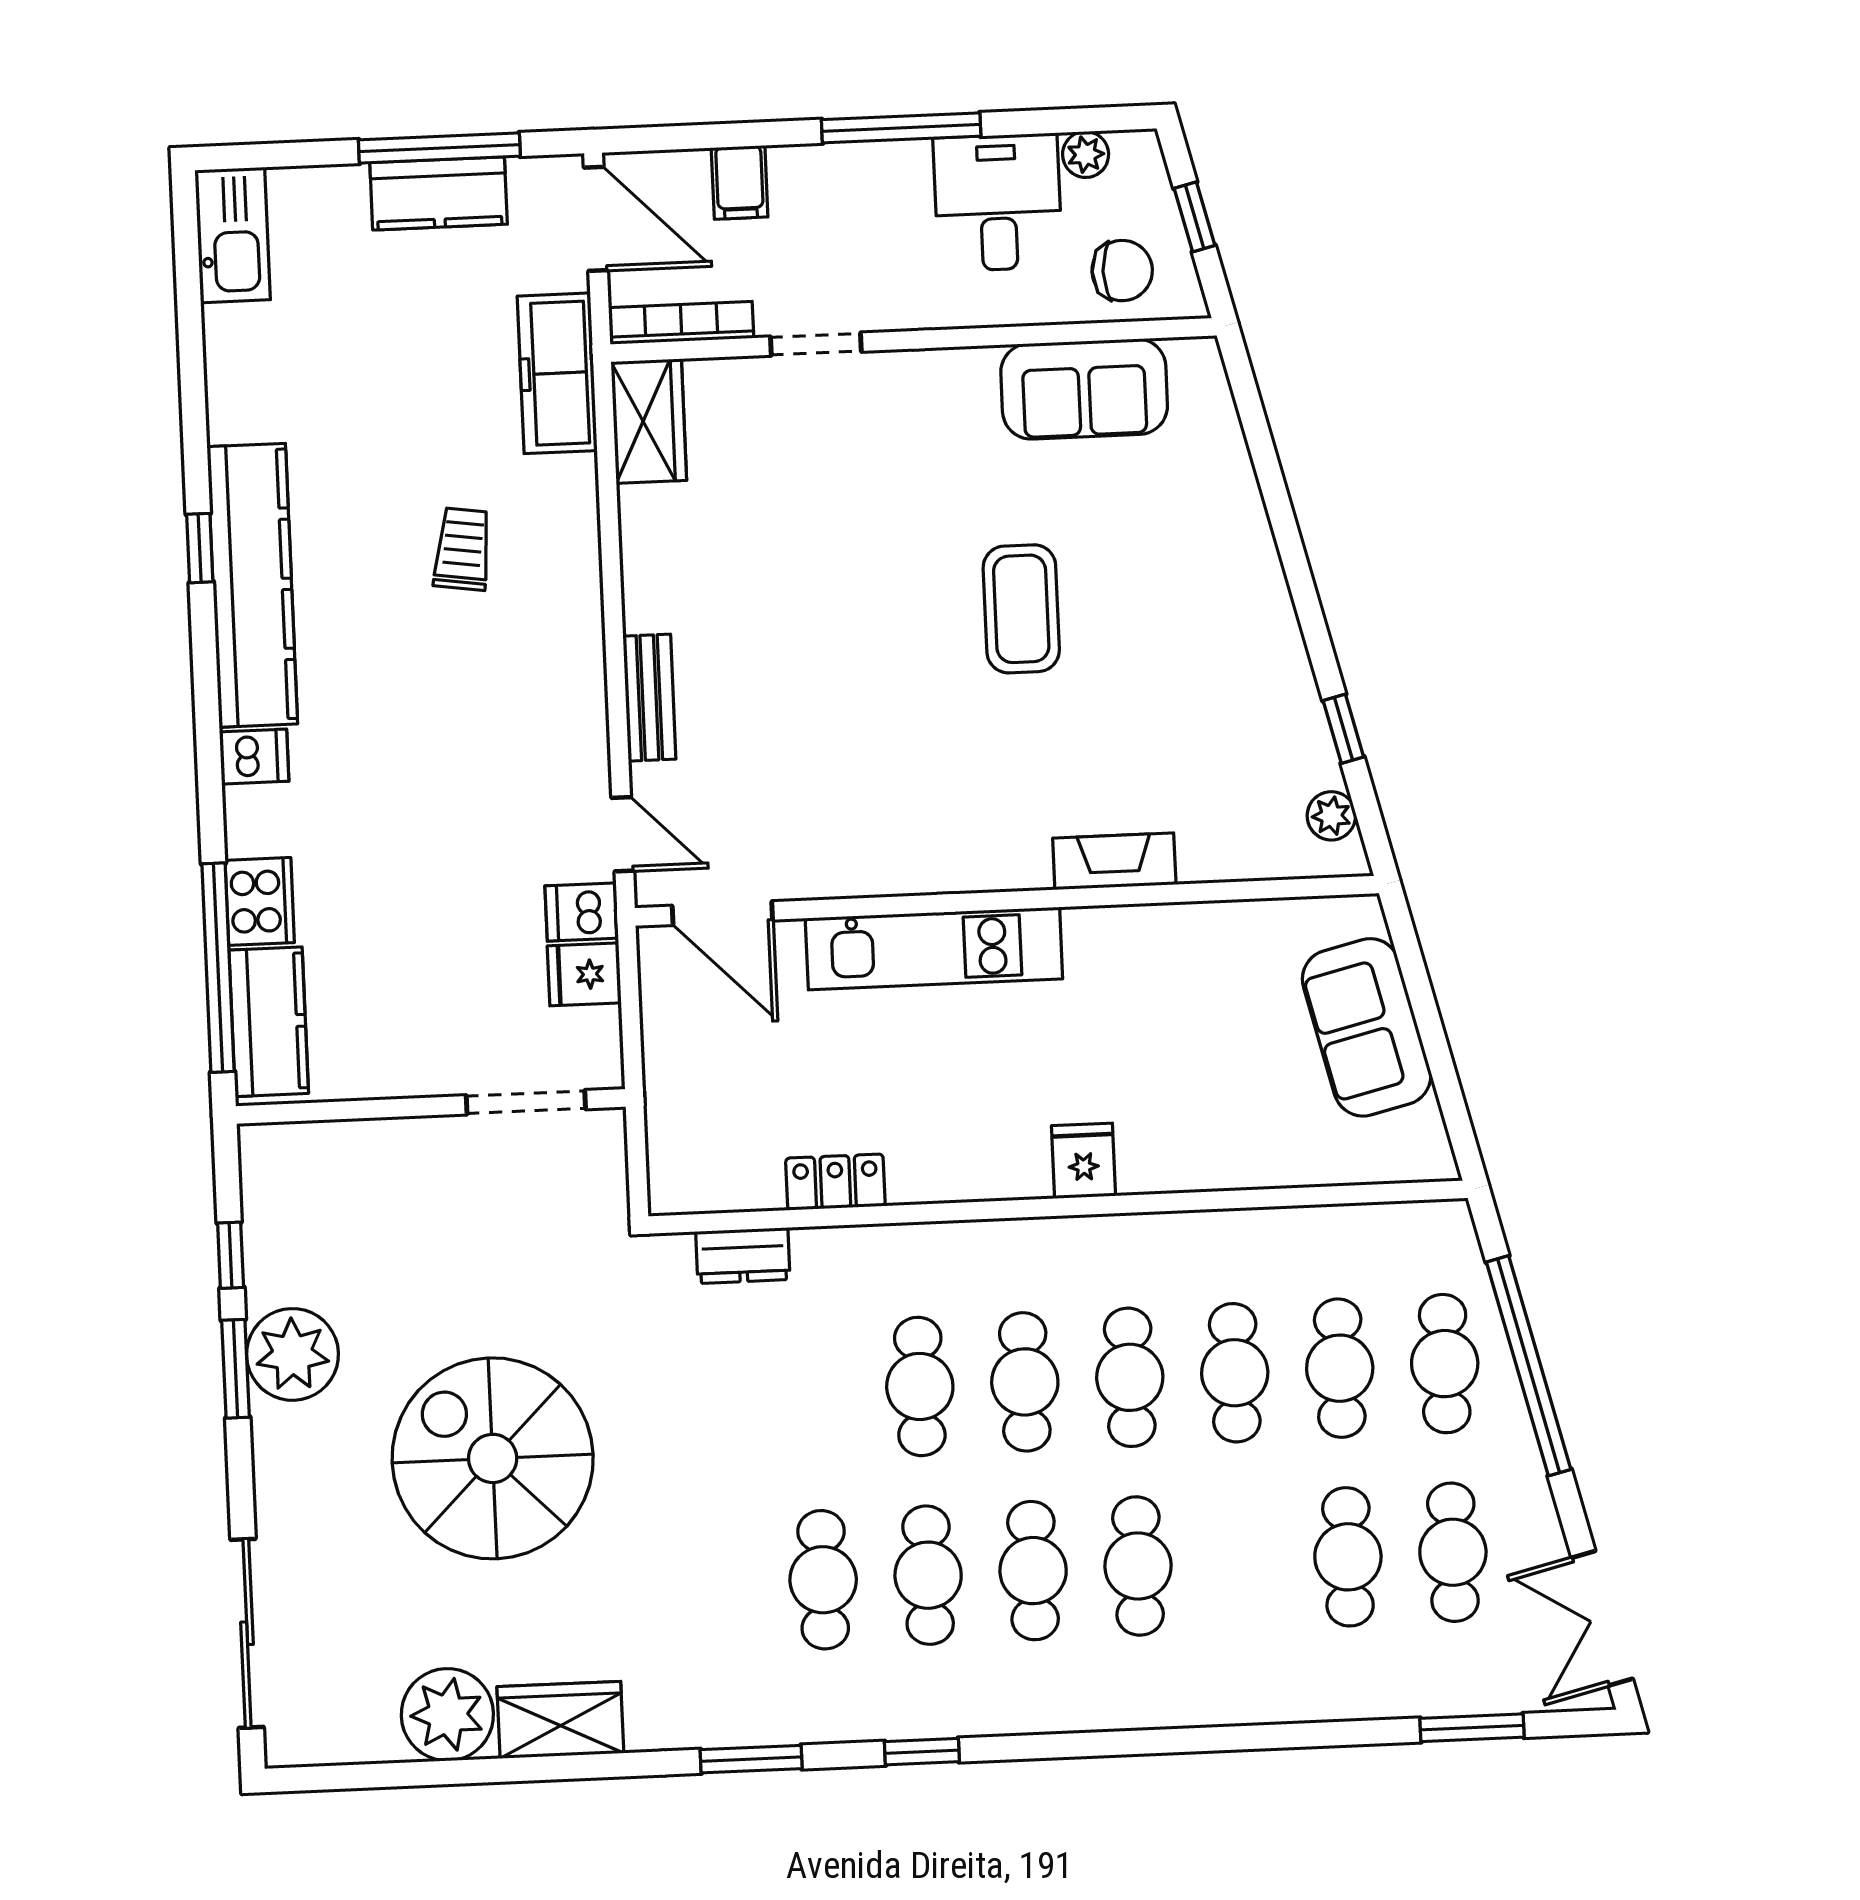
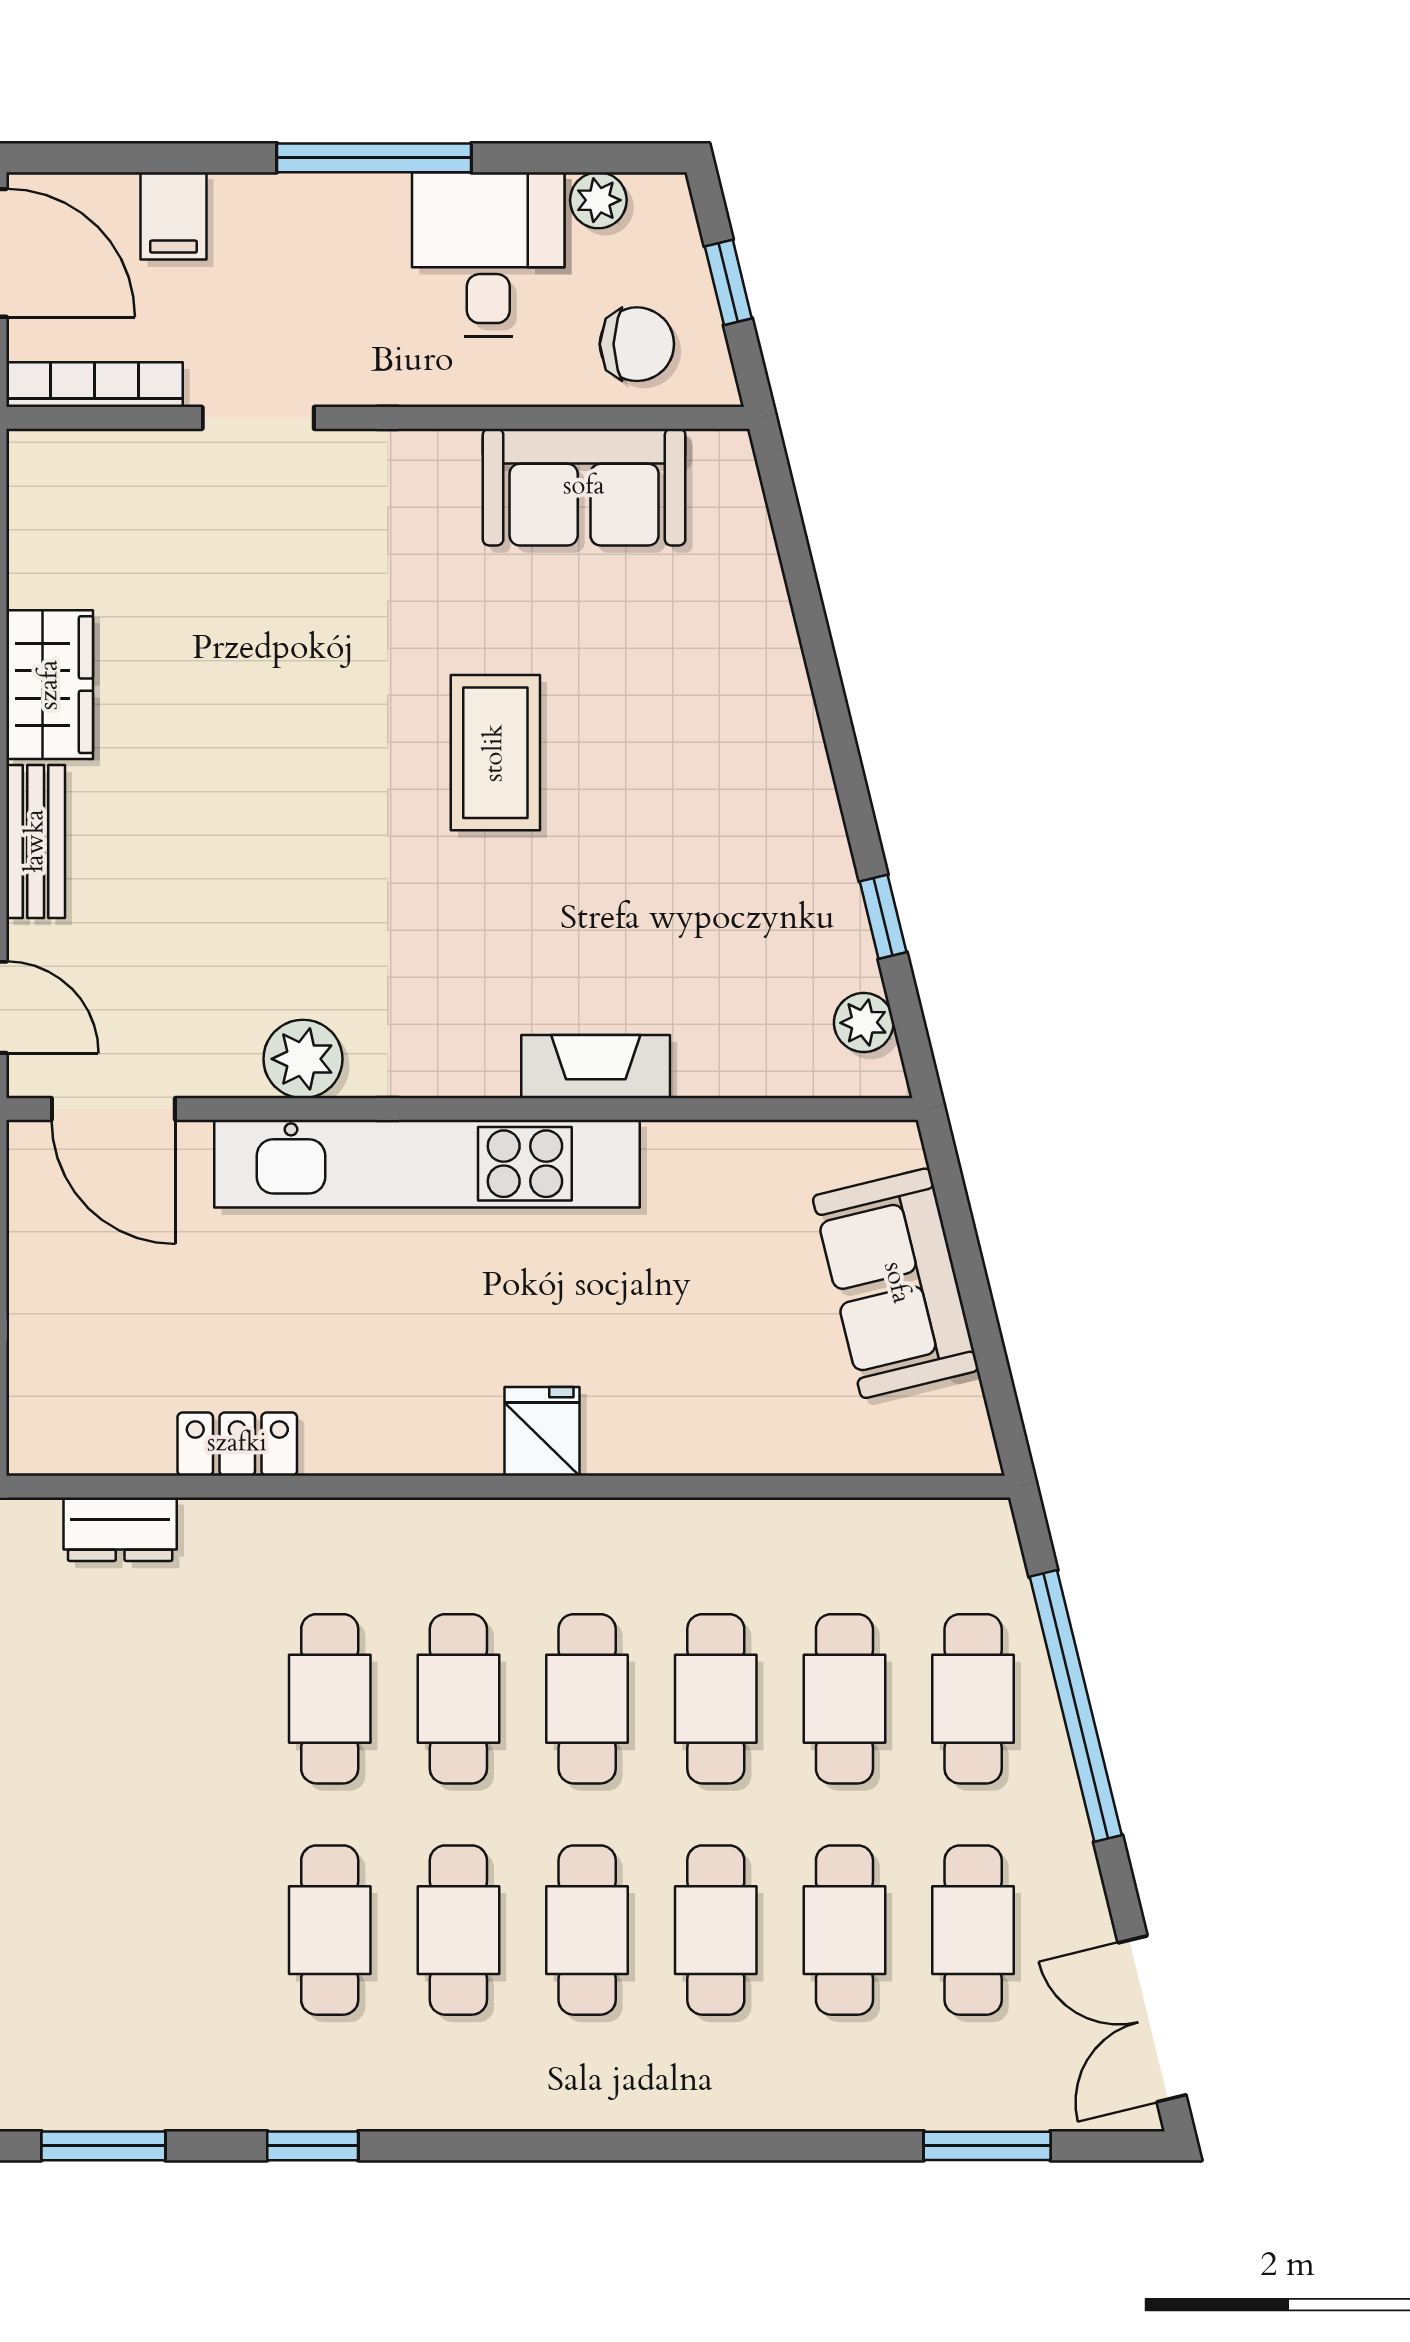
wardrobe: (649, 421) -> (50, 685), moved
plant: (875, 865) -> (303, 1059), added
kitchen unit: (934, 949) -> (427, 1164), width x1.36
cafe table: (823, 1580) -> (716, 1930), moved

